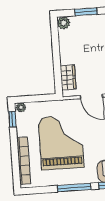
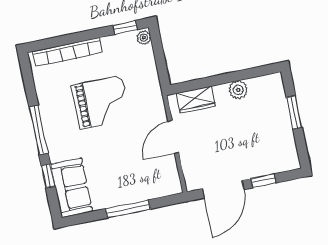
plant: (64, 23) -> (238, 90), moved
grand piano: (61, 142) -> (101, 102), width x0.73, depth x0.68

